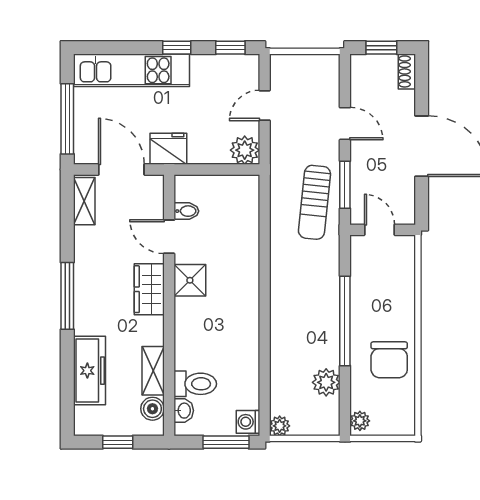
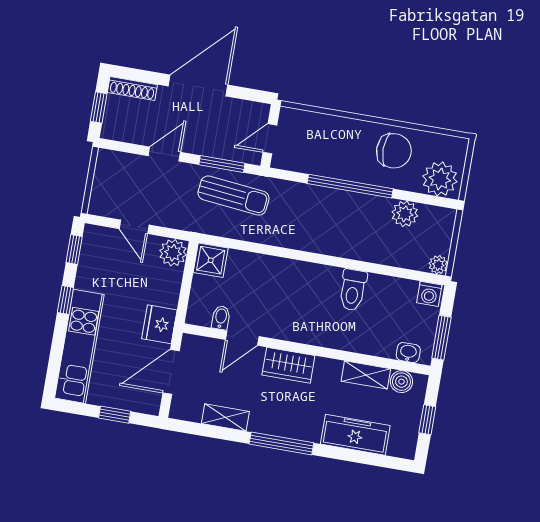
shoe rack: (407, 71) -> (132, 89), width x1.43
window: (67, 119) -> (115, 415), width x0.46
shelving: (84, 201) -> (225, 417), moved
shower: (190, 280) -> (211, 260), moved
toilet: (195, 384) -> (353, 290), moved, turned 180
plant: (360, 421) -> (440, 179), width x1.87, depth x1.87
window: (226, 442) -> (441, 338), moved

